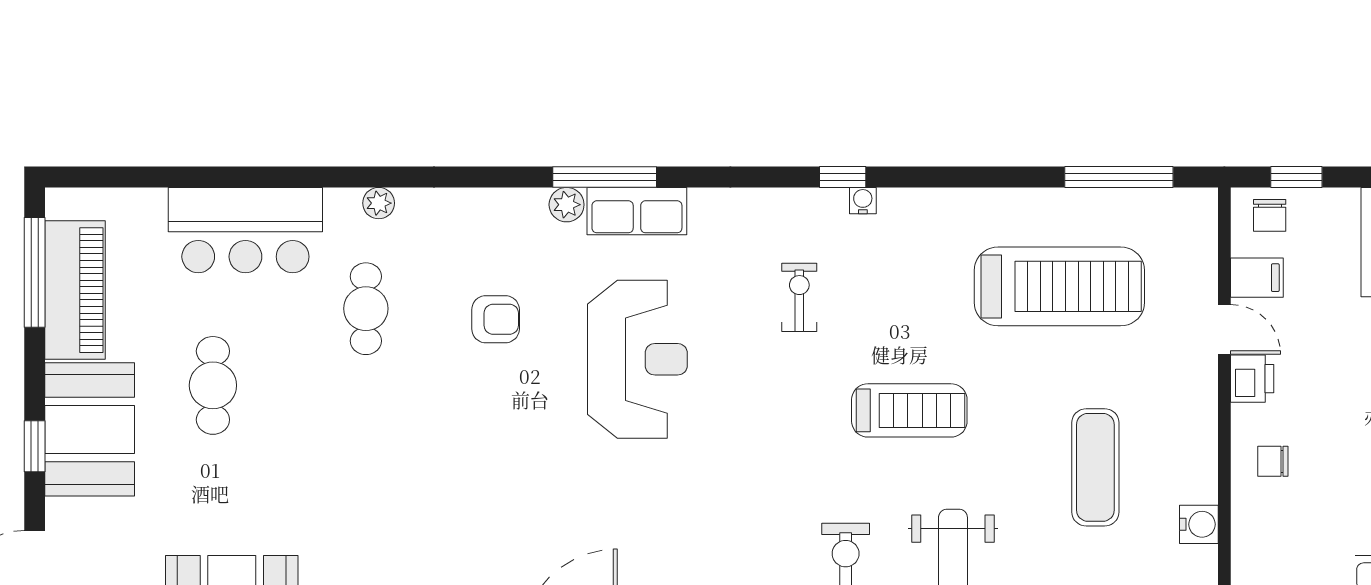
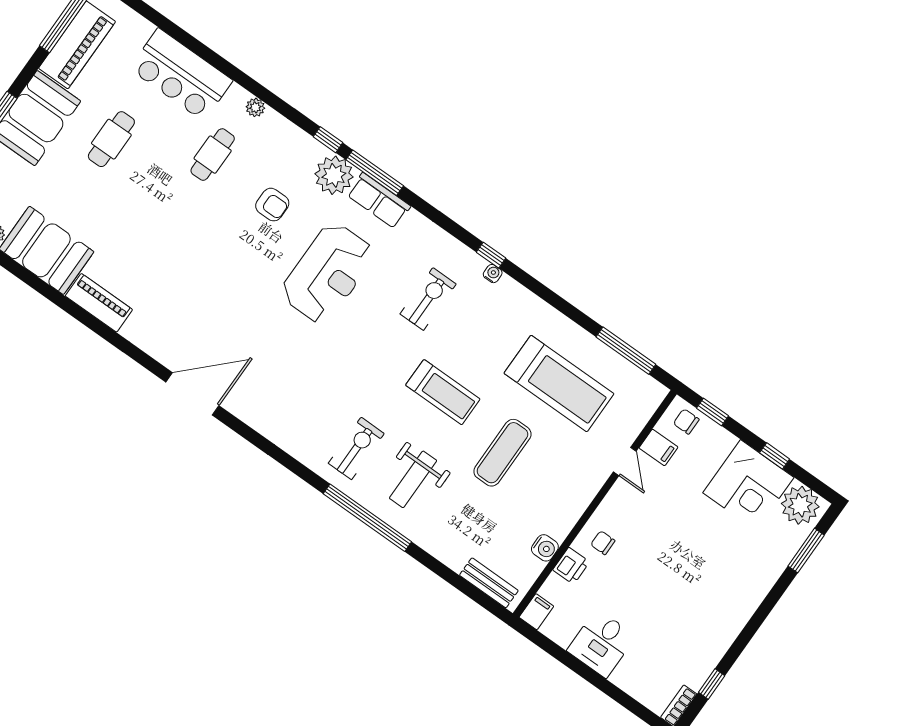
window: (509, 177) -> (328, 140), added
plant: (567, 205) -> (334, 175), width x1.88, depth x1.88
chair: (1270, 215) -> (686, 421), turned 90
exercise bike: (799, 297) -> (428, 299), width x1.38, depth x1.39
printer: (1252, 379) -> (571, 566), moved
exercise mat: (1095, 467) -> (502, 453), moved

